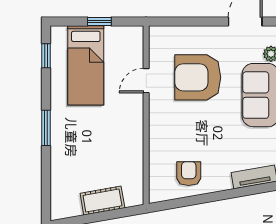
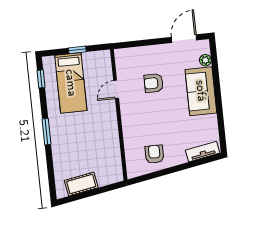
armchair: (198, 77) -> (154, 83), width x0.53, depth x0.53
cot: (102, 201) -> (81, 184), moved

